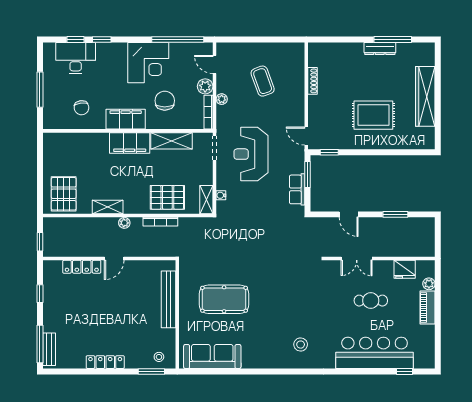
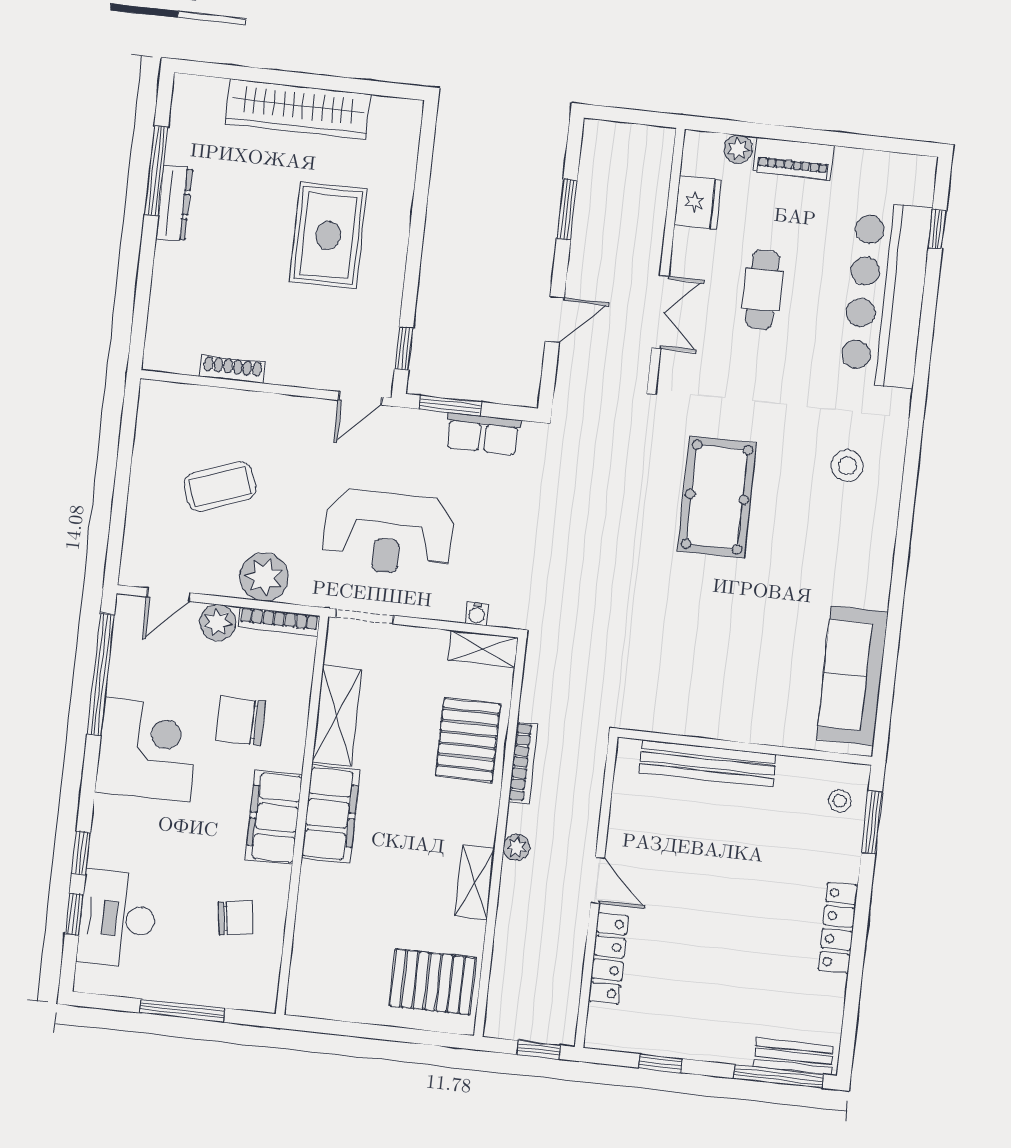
plant: (222, 99) -> (264, 577), width x1.88, depth x1.88
pool table: (224, 299) -> (717, 497), moved

